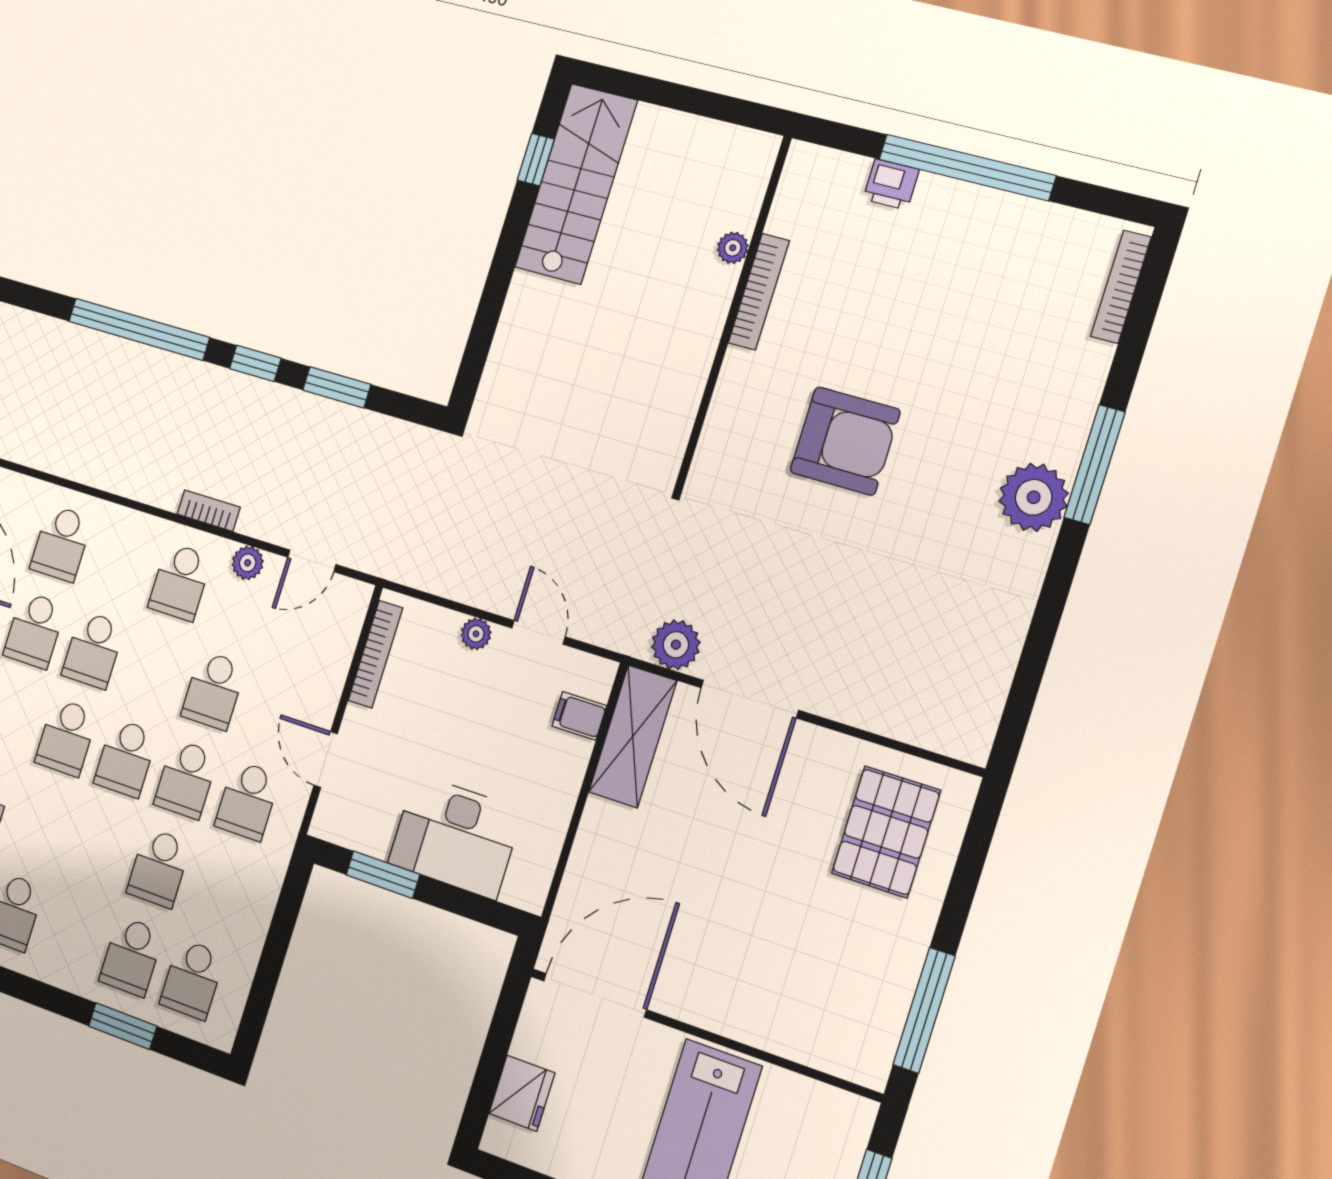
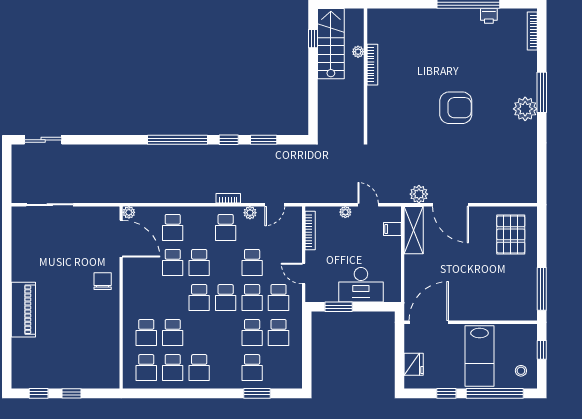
printer: (891, 184) -> (489, 16), moved
plant: (733, 248) -> (358, 52), moved
bookcase: (759, 292) -> (372, 65), moved
wall: (733, 314) -> (365, 75), moved
school desk: (192, 979) -> (279, 333), moved

